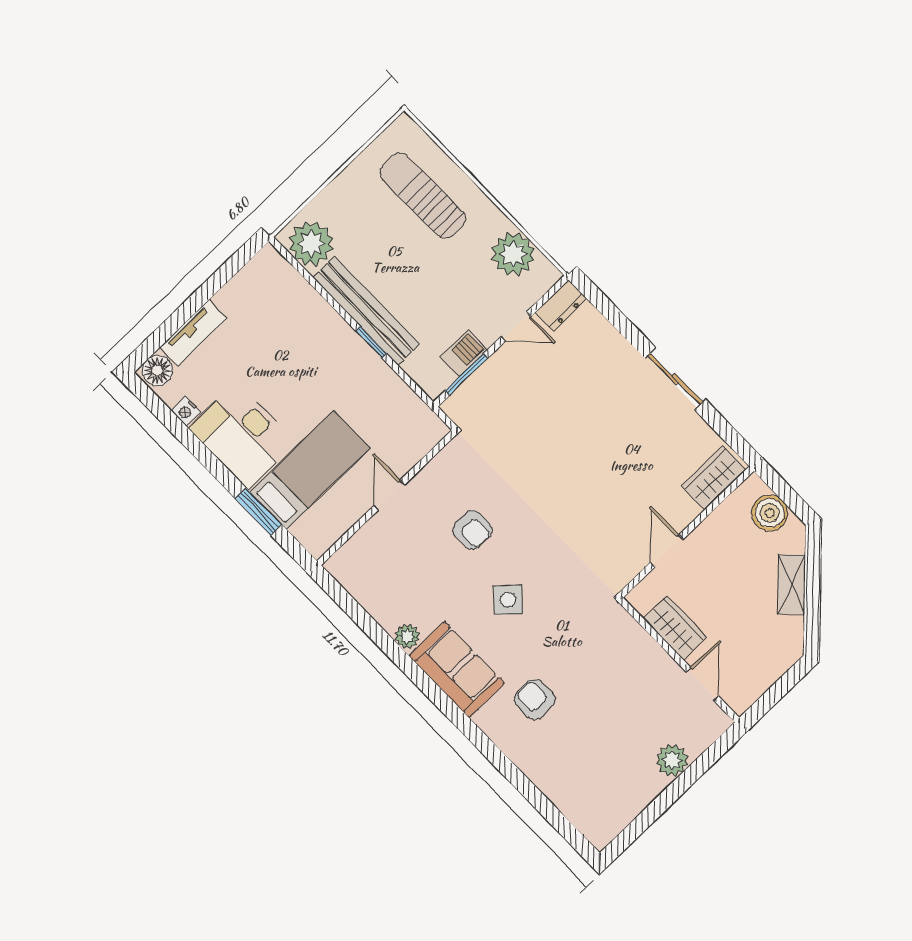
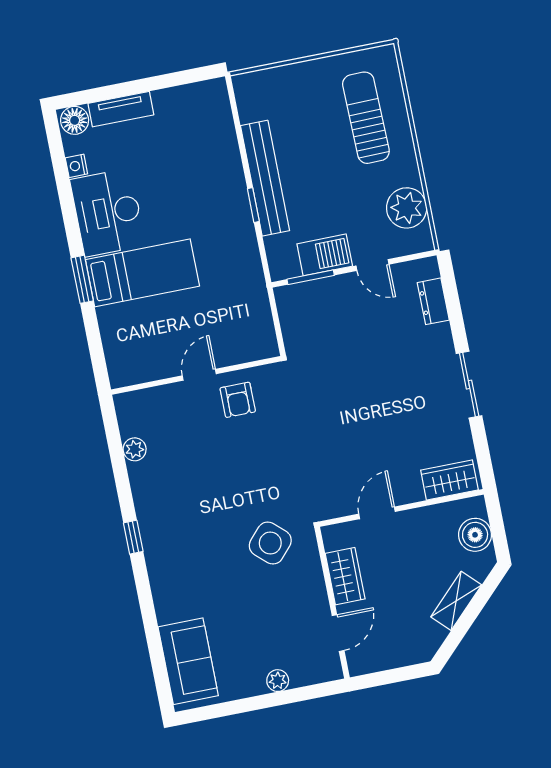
plant: (311, 244) -> (256, 99), removed
dresser: (561, 306) -> (433, 301), moved, turned 90
barbecue: (463, 354) -> (325, 255), width x1.38, depth x1.27
door: (389, 495) -> (199, 375), moved
wall: (387, 498) -> (196, 375), moved
side table: (508, 600) -> (270, 543), moved, width x1.37, depth x1.37
sofa: (457, 669) -> (188, 661), moved
armchair: (535, 699) -> (201, 561), removed
window: (458, 718) -> (133, 537), added
plant: (672, 760) -> (278, 681), width x0.73, depth x0.73

